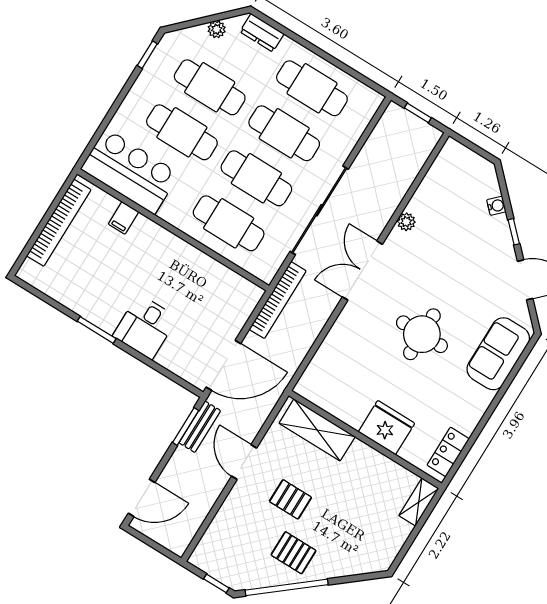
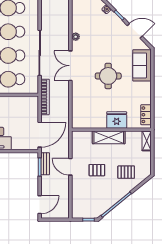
shelving: (317, 430) -> (109, 137), moved
pallet: (293, 553) -> (126, 172), moved

